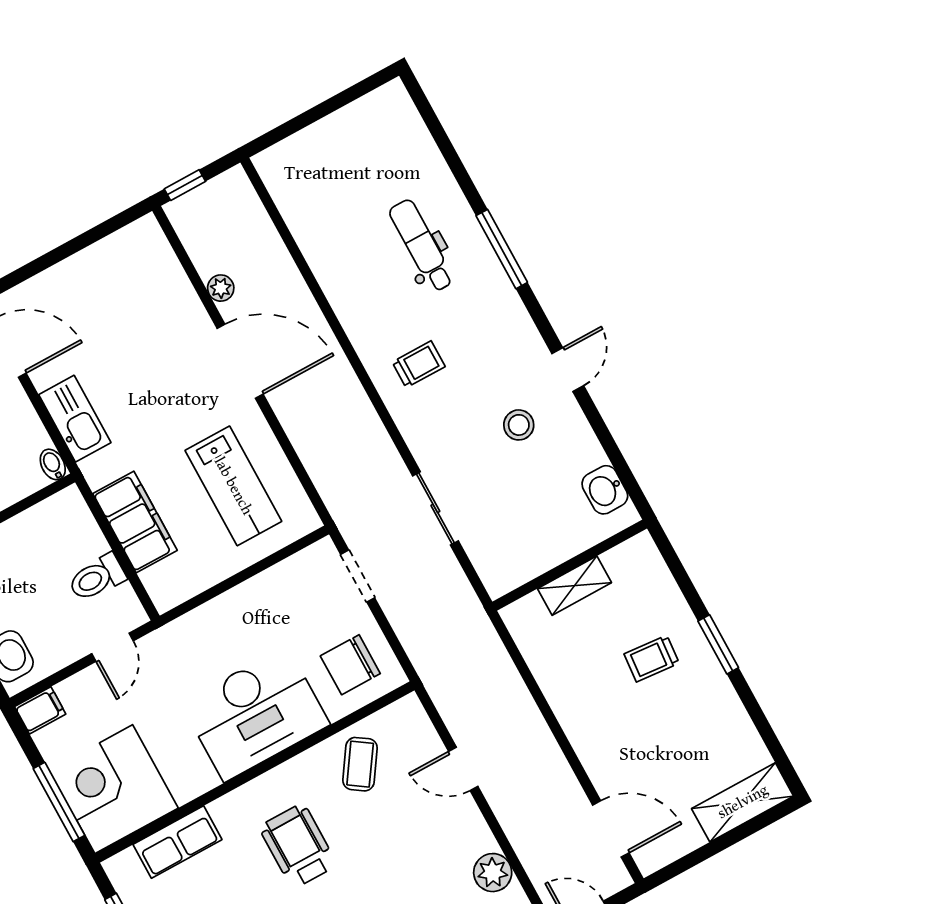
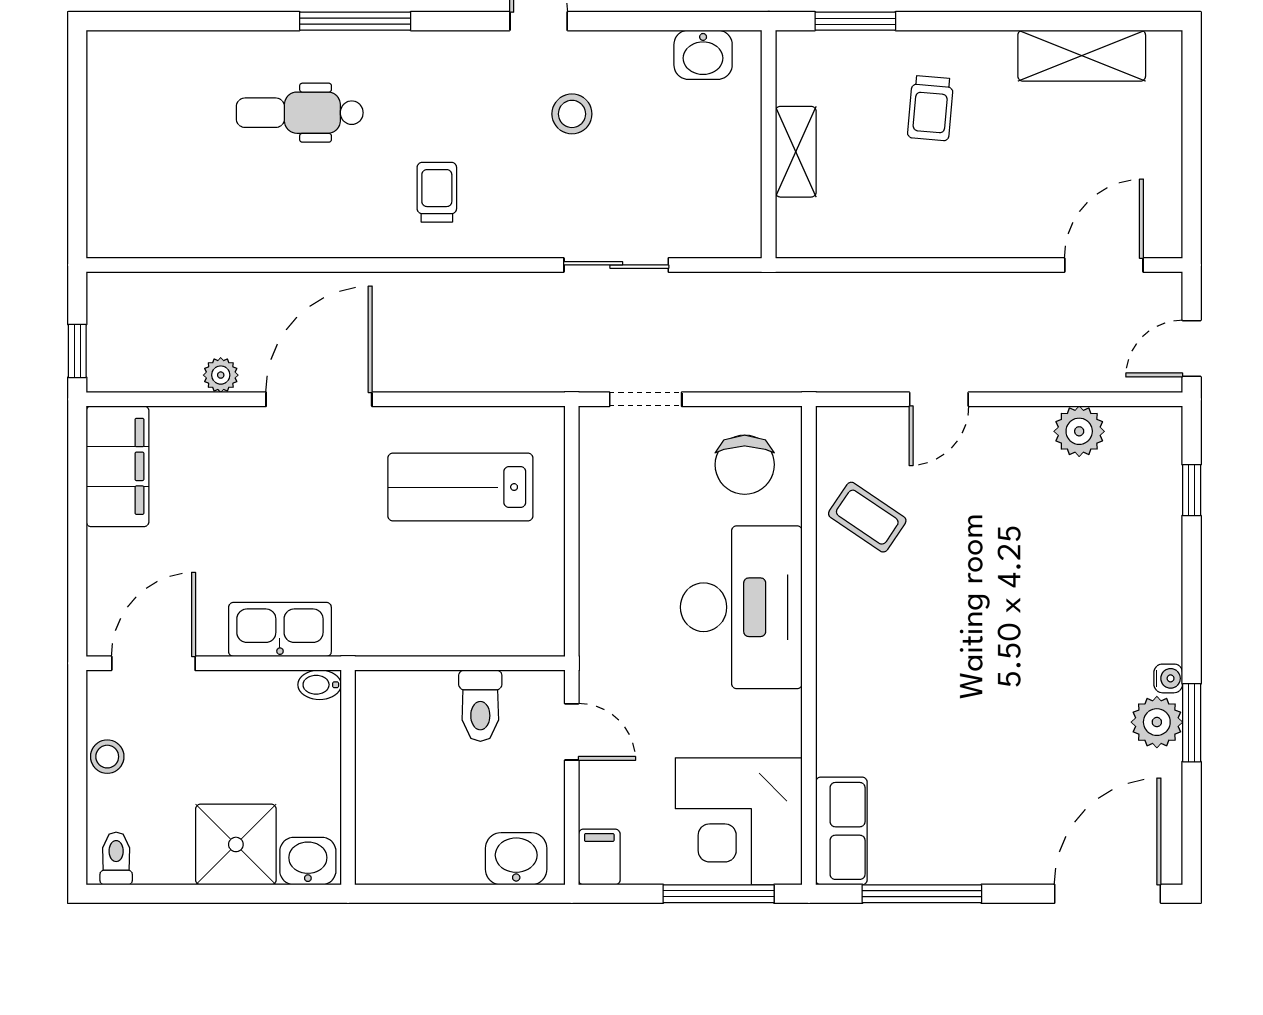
lab bench: (233, 486) -> (460, 487), turned 180
filing cabinet: (135, 522) -> (118, 466), moved, turned 90
window: (718, 644) -> (855, 21), moved
shelving: (743, 802) -> (1082, 56), moved, turned 90
row of seats: (177, 842) -> (841, 831), moved
wheelchair: (298, 846) -> (923, 642), removed

